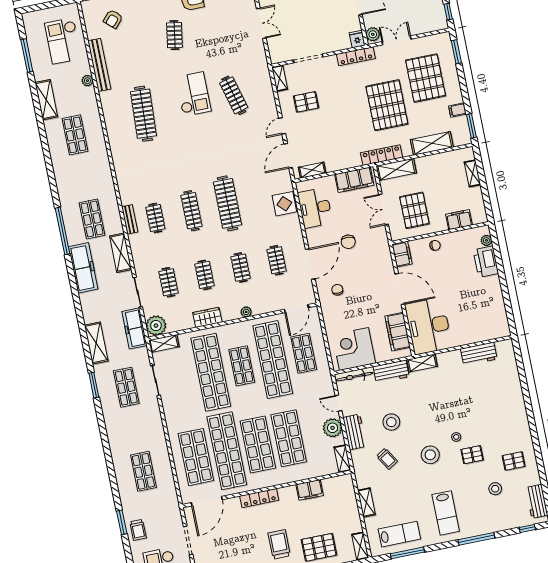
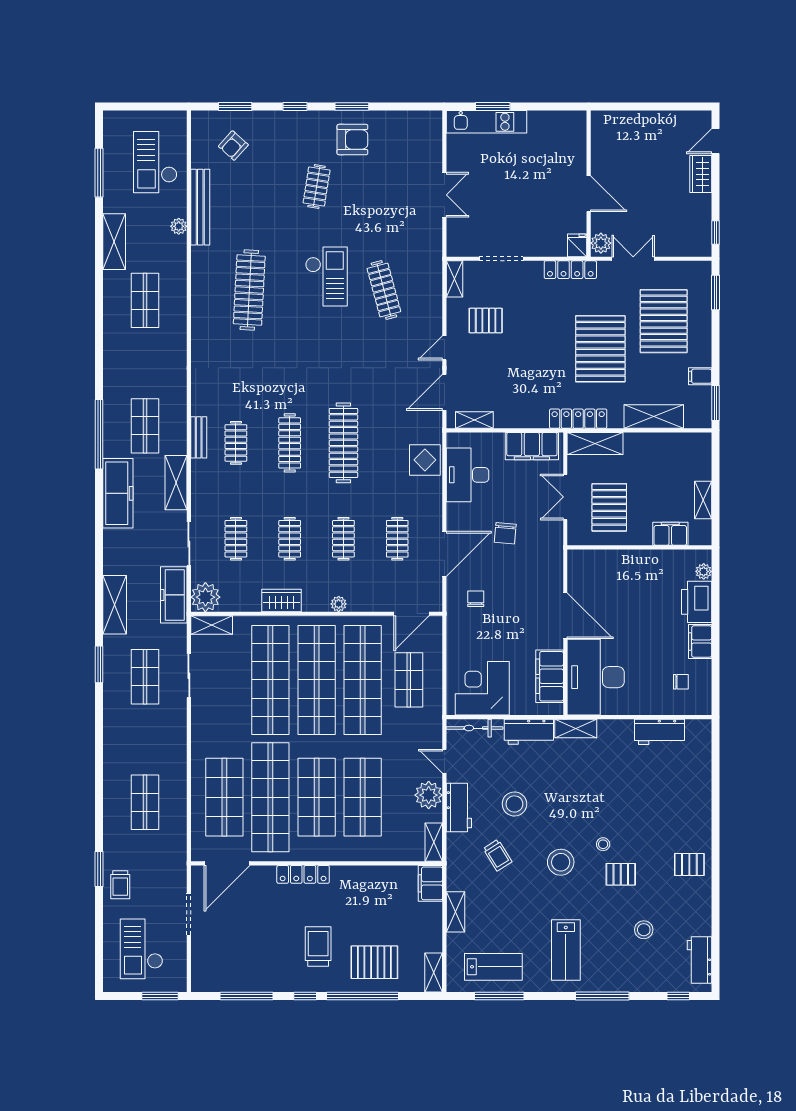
shelving: (472, 173) -> (703, 500), moved
chair: (435, 245) -> (681, 682), moved
filing cabinet: (402, 254) -> (700, 641), moved, turned 180
shop shelf: (242, 366) -> (317, 680), width x2.00, depth x1.36
pallet: (514, 461) -> (689, 864), moved
filing cabinet: (310, 490) -> (430, 883), moved, turned 90

